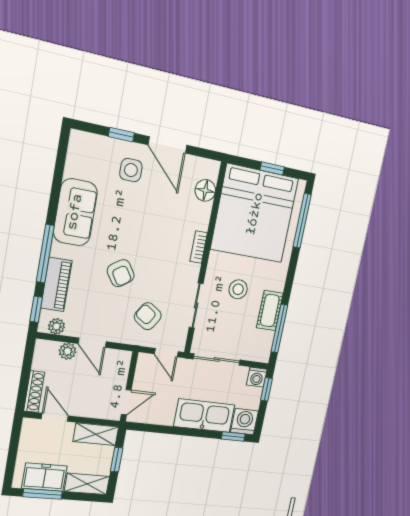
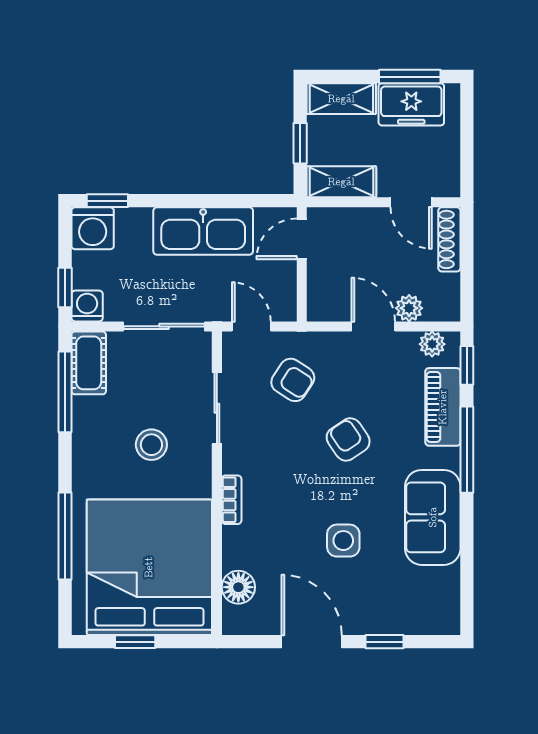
side table: (131, 170) -> (343, 541), moved
window: (302, 221) -> (65, 536), moved
cot: (270, 311) -> (89, 363), moved
kitchen sink: (204, 416) -> (203, 231), moved

